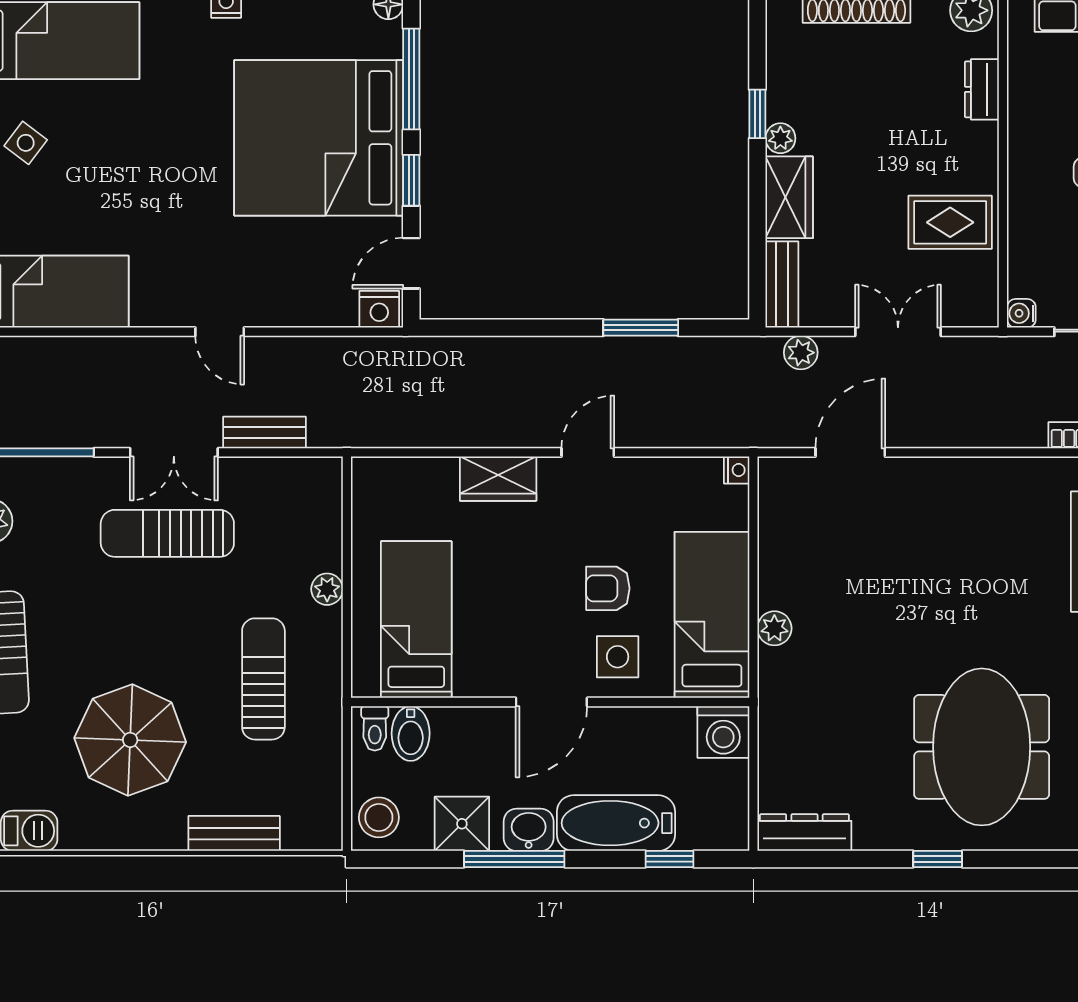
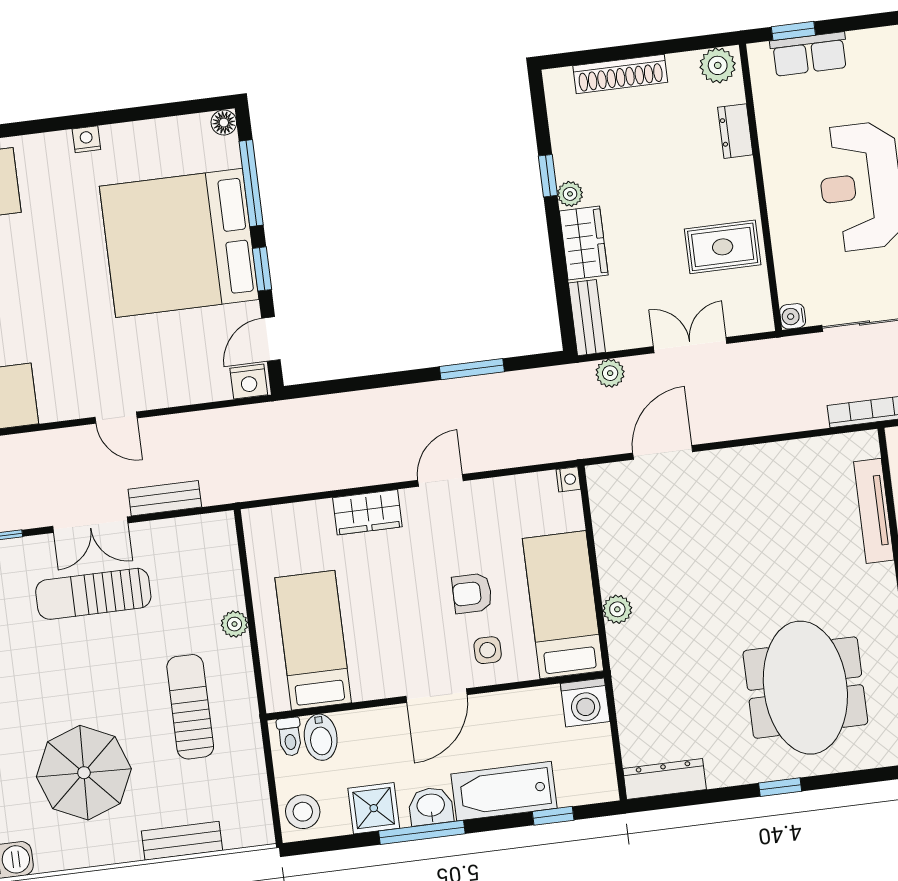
side table: (618, 657) -> (488, 650), width x0.73, depth x0.73

